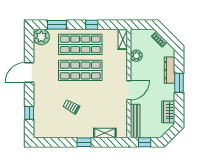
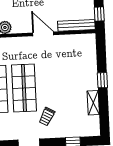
trolley: (71, 107) -> (47, 117), moved
shelving: (105, 133) -> (93, 103), moved

